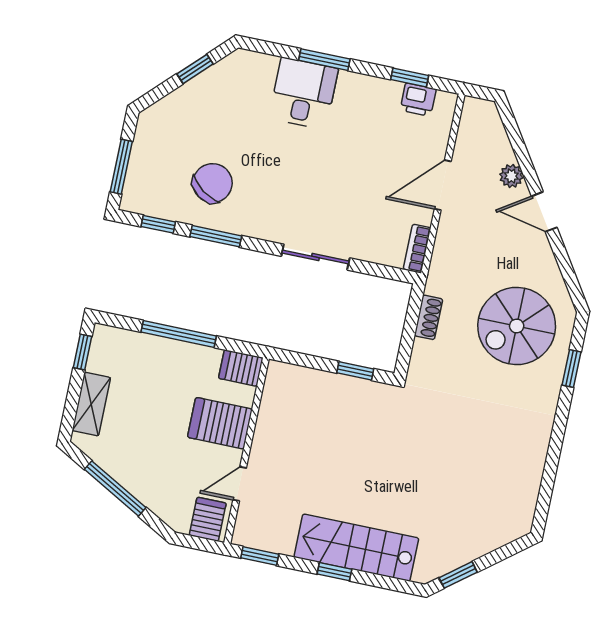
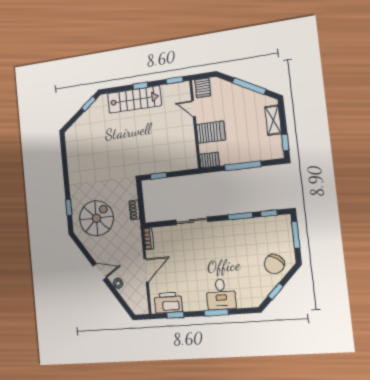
printer: (418, 100) -> (168, 303), width x1.87, depth x1.48
chair: (213, 183) -> (274, 264), moved
door: (240, 484) -> (193, 109), swing flipped

